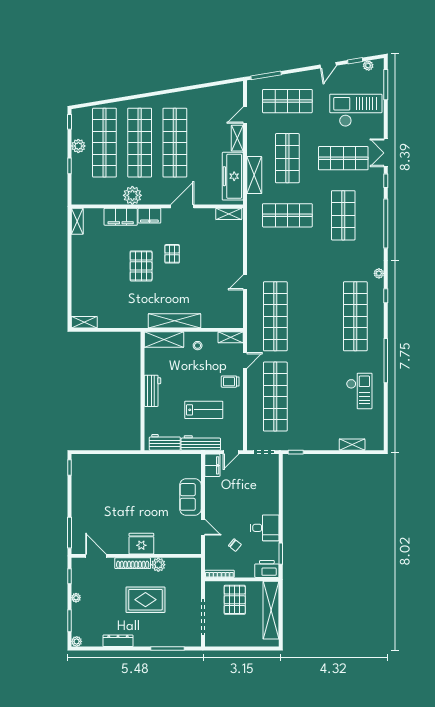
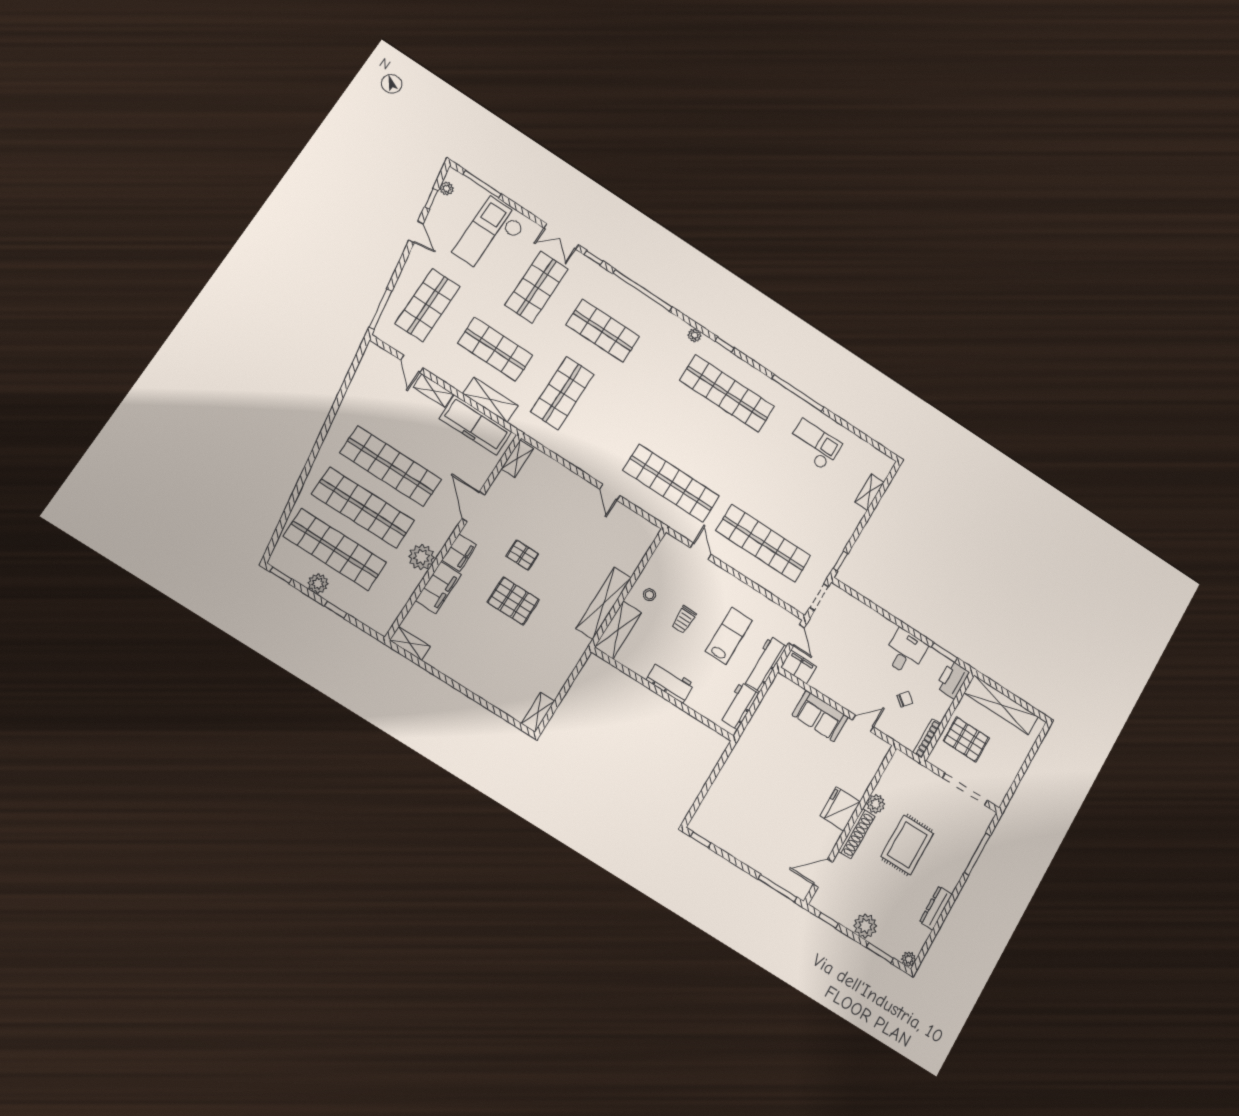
shelving: (231, 337) -> (664, 550), removed
trolley: (230, 382) -> (684, 620), moved
plant: (76, 598) -> (865, 926), width x1.87, depth x1.87

